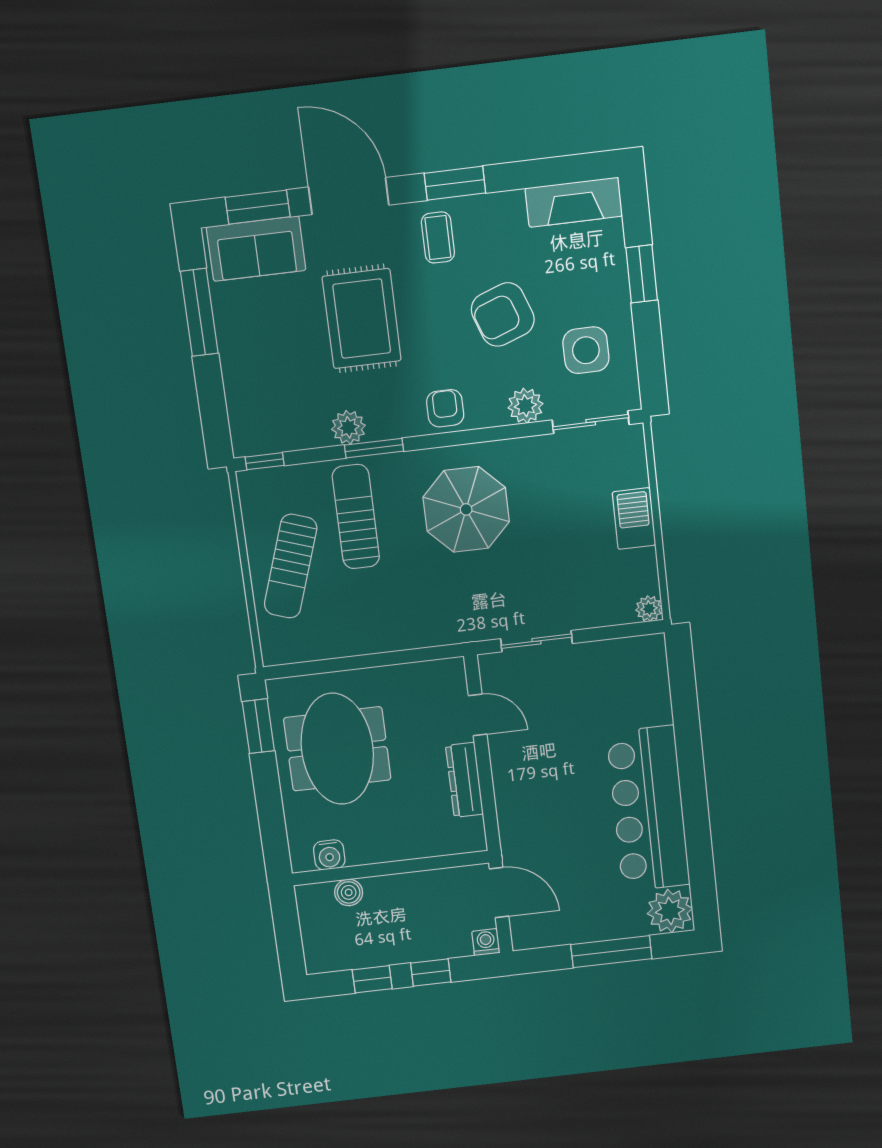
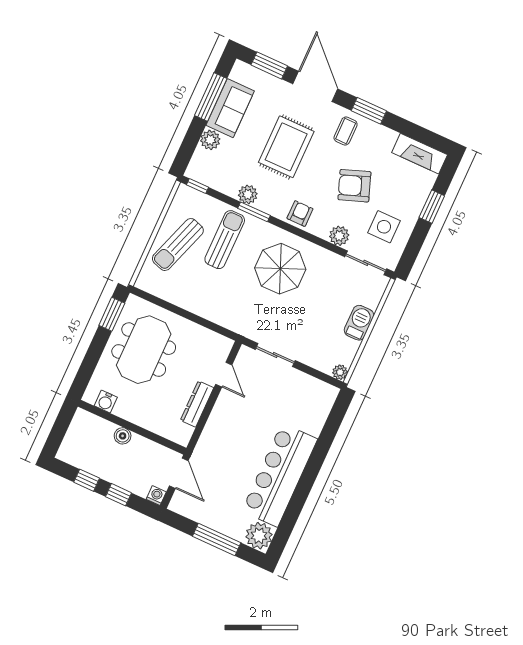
sofa: (256, 249) -> (230, 108), moved, turned -90
plant: (240, 379) -> (210, 140), added
boiler: (349, 892) -> (123, 436), moved

